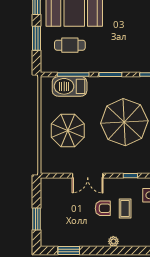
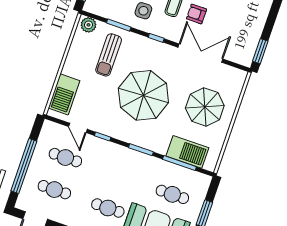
cafe table: (122, 14) -> (108, 208), added
double door: (88, 176) -> (200, 53), width x1.37
window: (36, 219) -> (260, 51), moved

